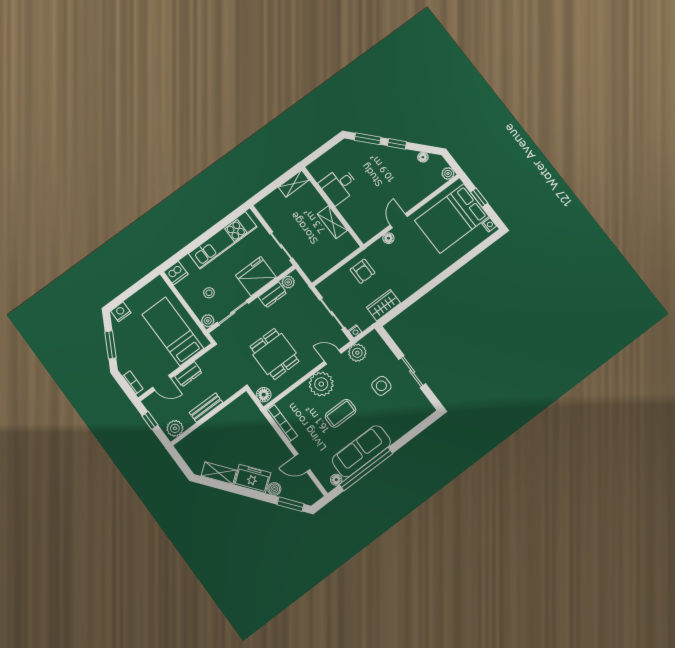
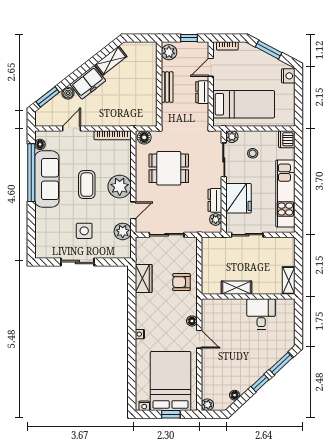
nightstand: (355, 332) -> (140, 334), moved

